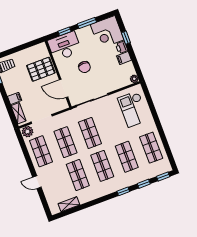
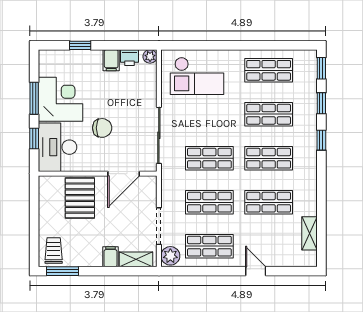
corner desk: (107, 32) -> (61, 99), moved, turned -90
printer: (122, 47) -> (129, 58), moved
door: (37, 182) -> (256, 271), swing flipped

